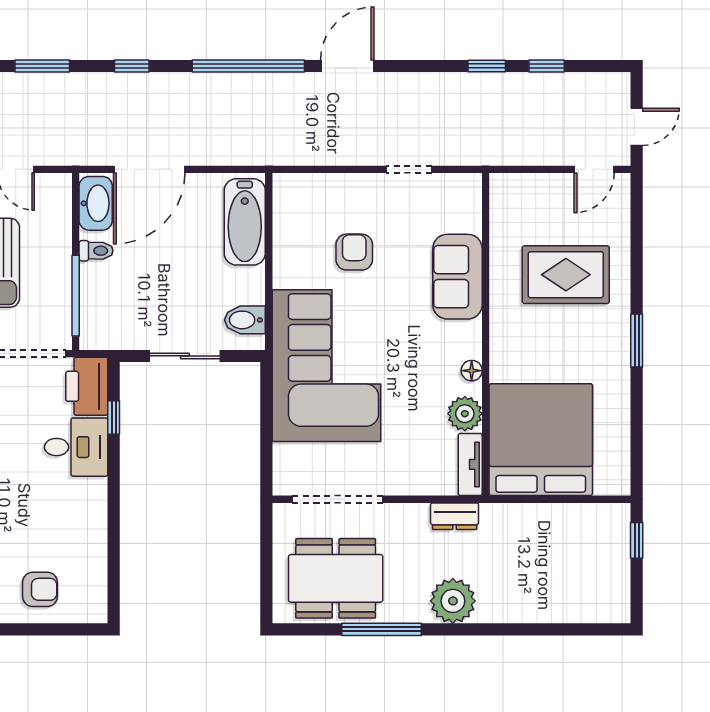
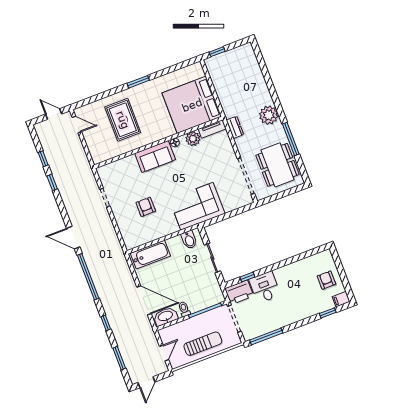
armchair: (354, 252) -> (146, 207), turned 90
sofa: (457, 277) -> (155, 156), moved
corner sofa: (326, 366) -> (197, 206), width x0.73, depth x0.74

